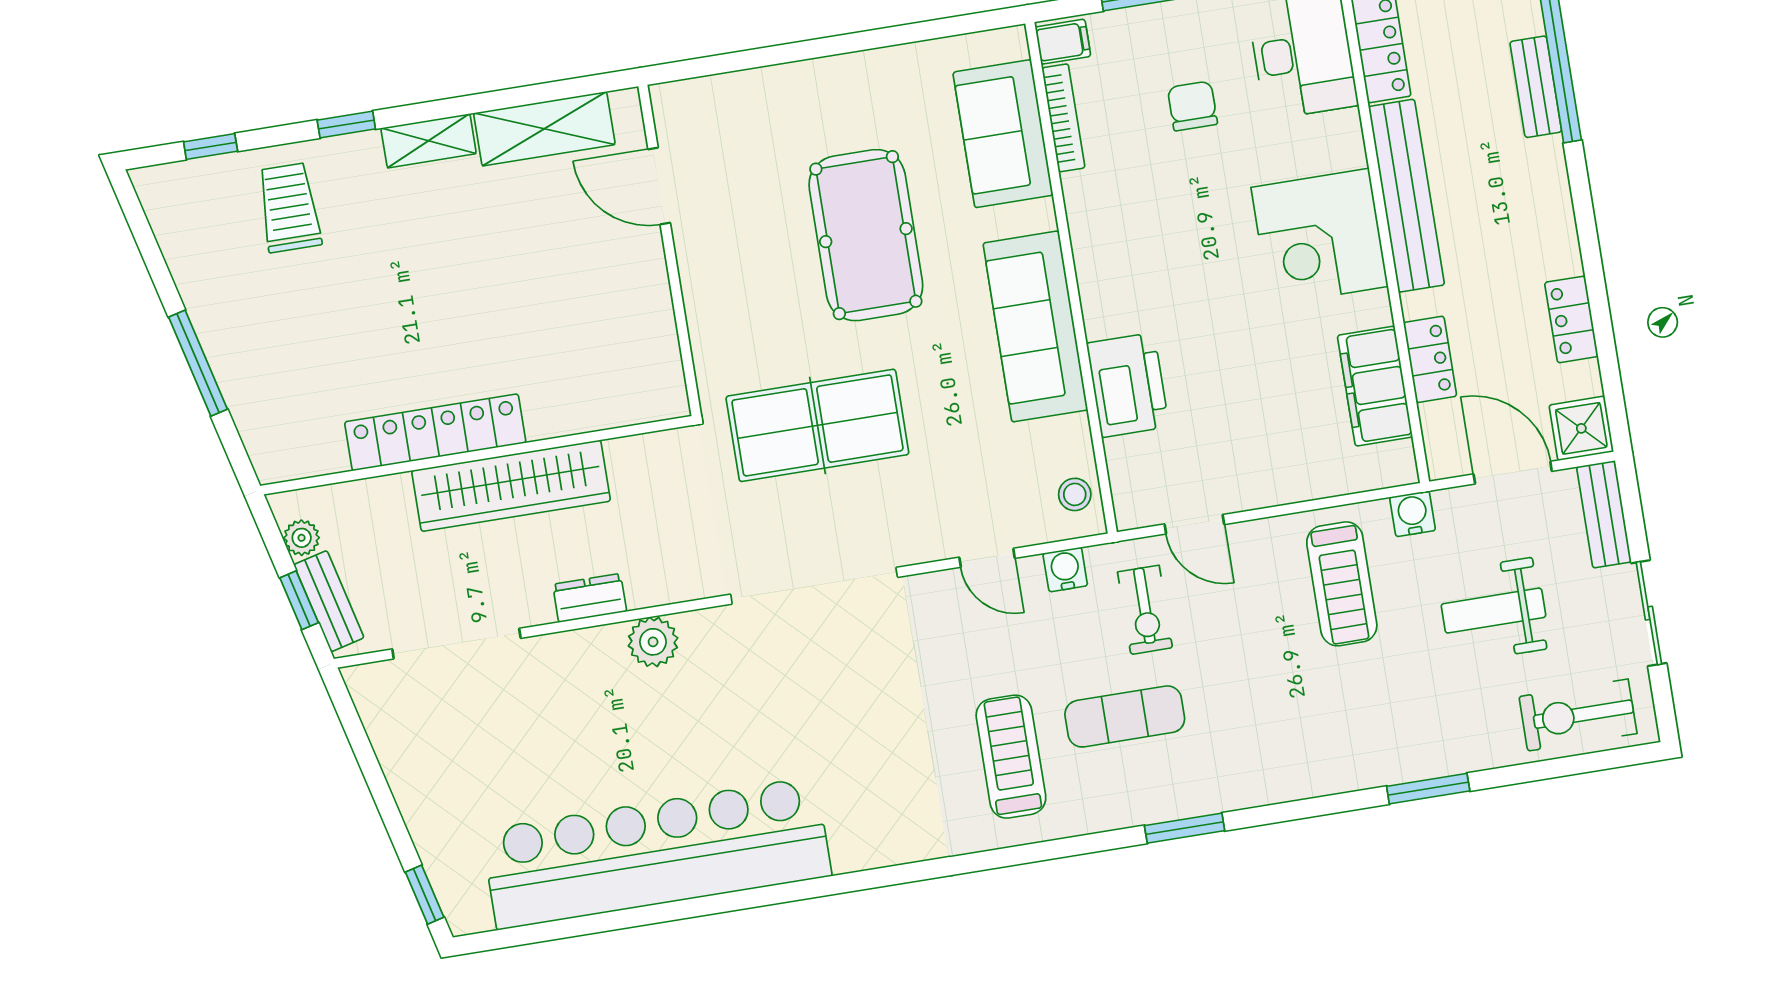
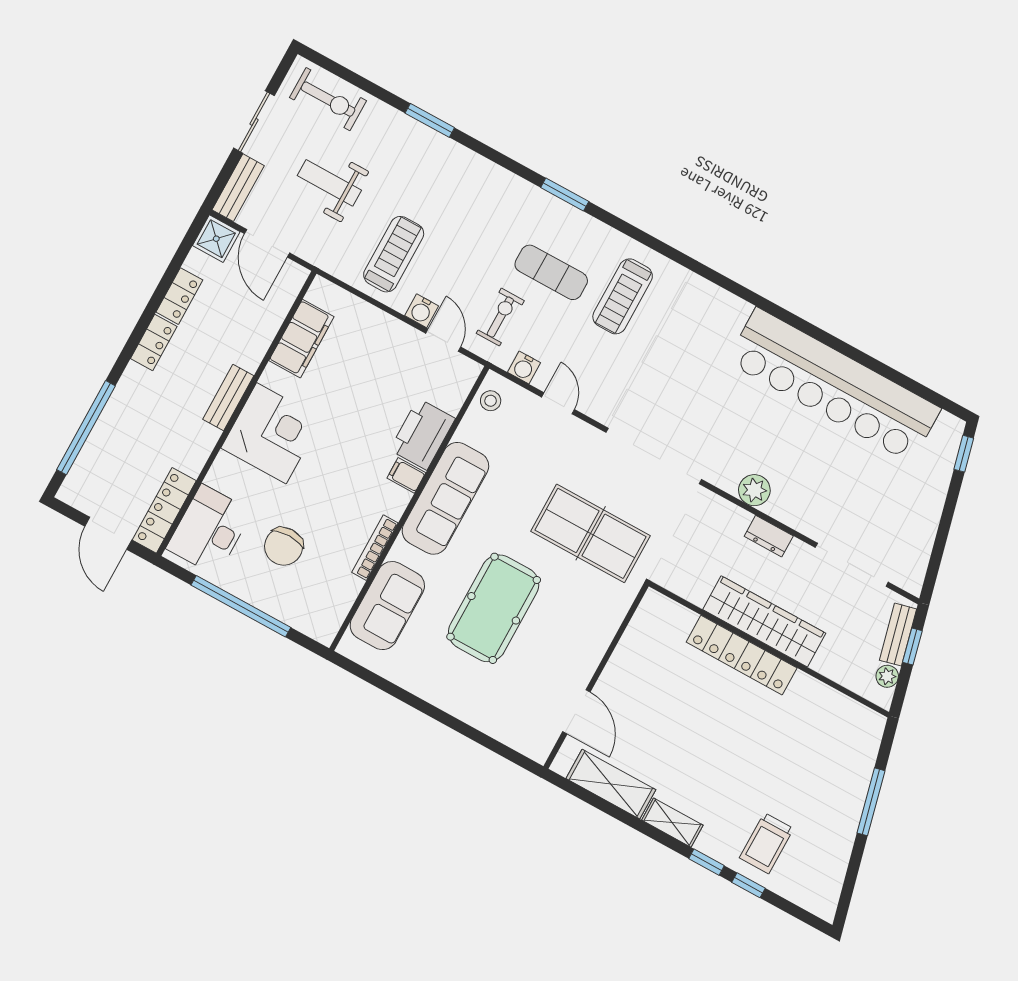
filing cabinet: (1063, 42) -> (406, 475), moved
bench: (1536, 87) -> (107, 424), removed
chair: (1192, 106) -> (284, 546), width x1.37, depth x1.37
bookcase: (1063, 118) -> (375, 548), moved
window: (211, 146) -> (749, 885), moved
bench: (1406, 196) -> (228, 398), width x0.54, depth x0.82
locker: (1430, 359) -> (154, 342), moved, turned 180
locker: (435, 432) -> (742, 655), moved
water cooler: (1413, 514) -> (422, 311), moved
weight bench: (1493, 611) -> (329, 183), turned 180

